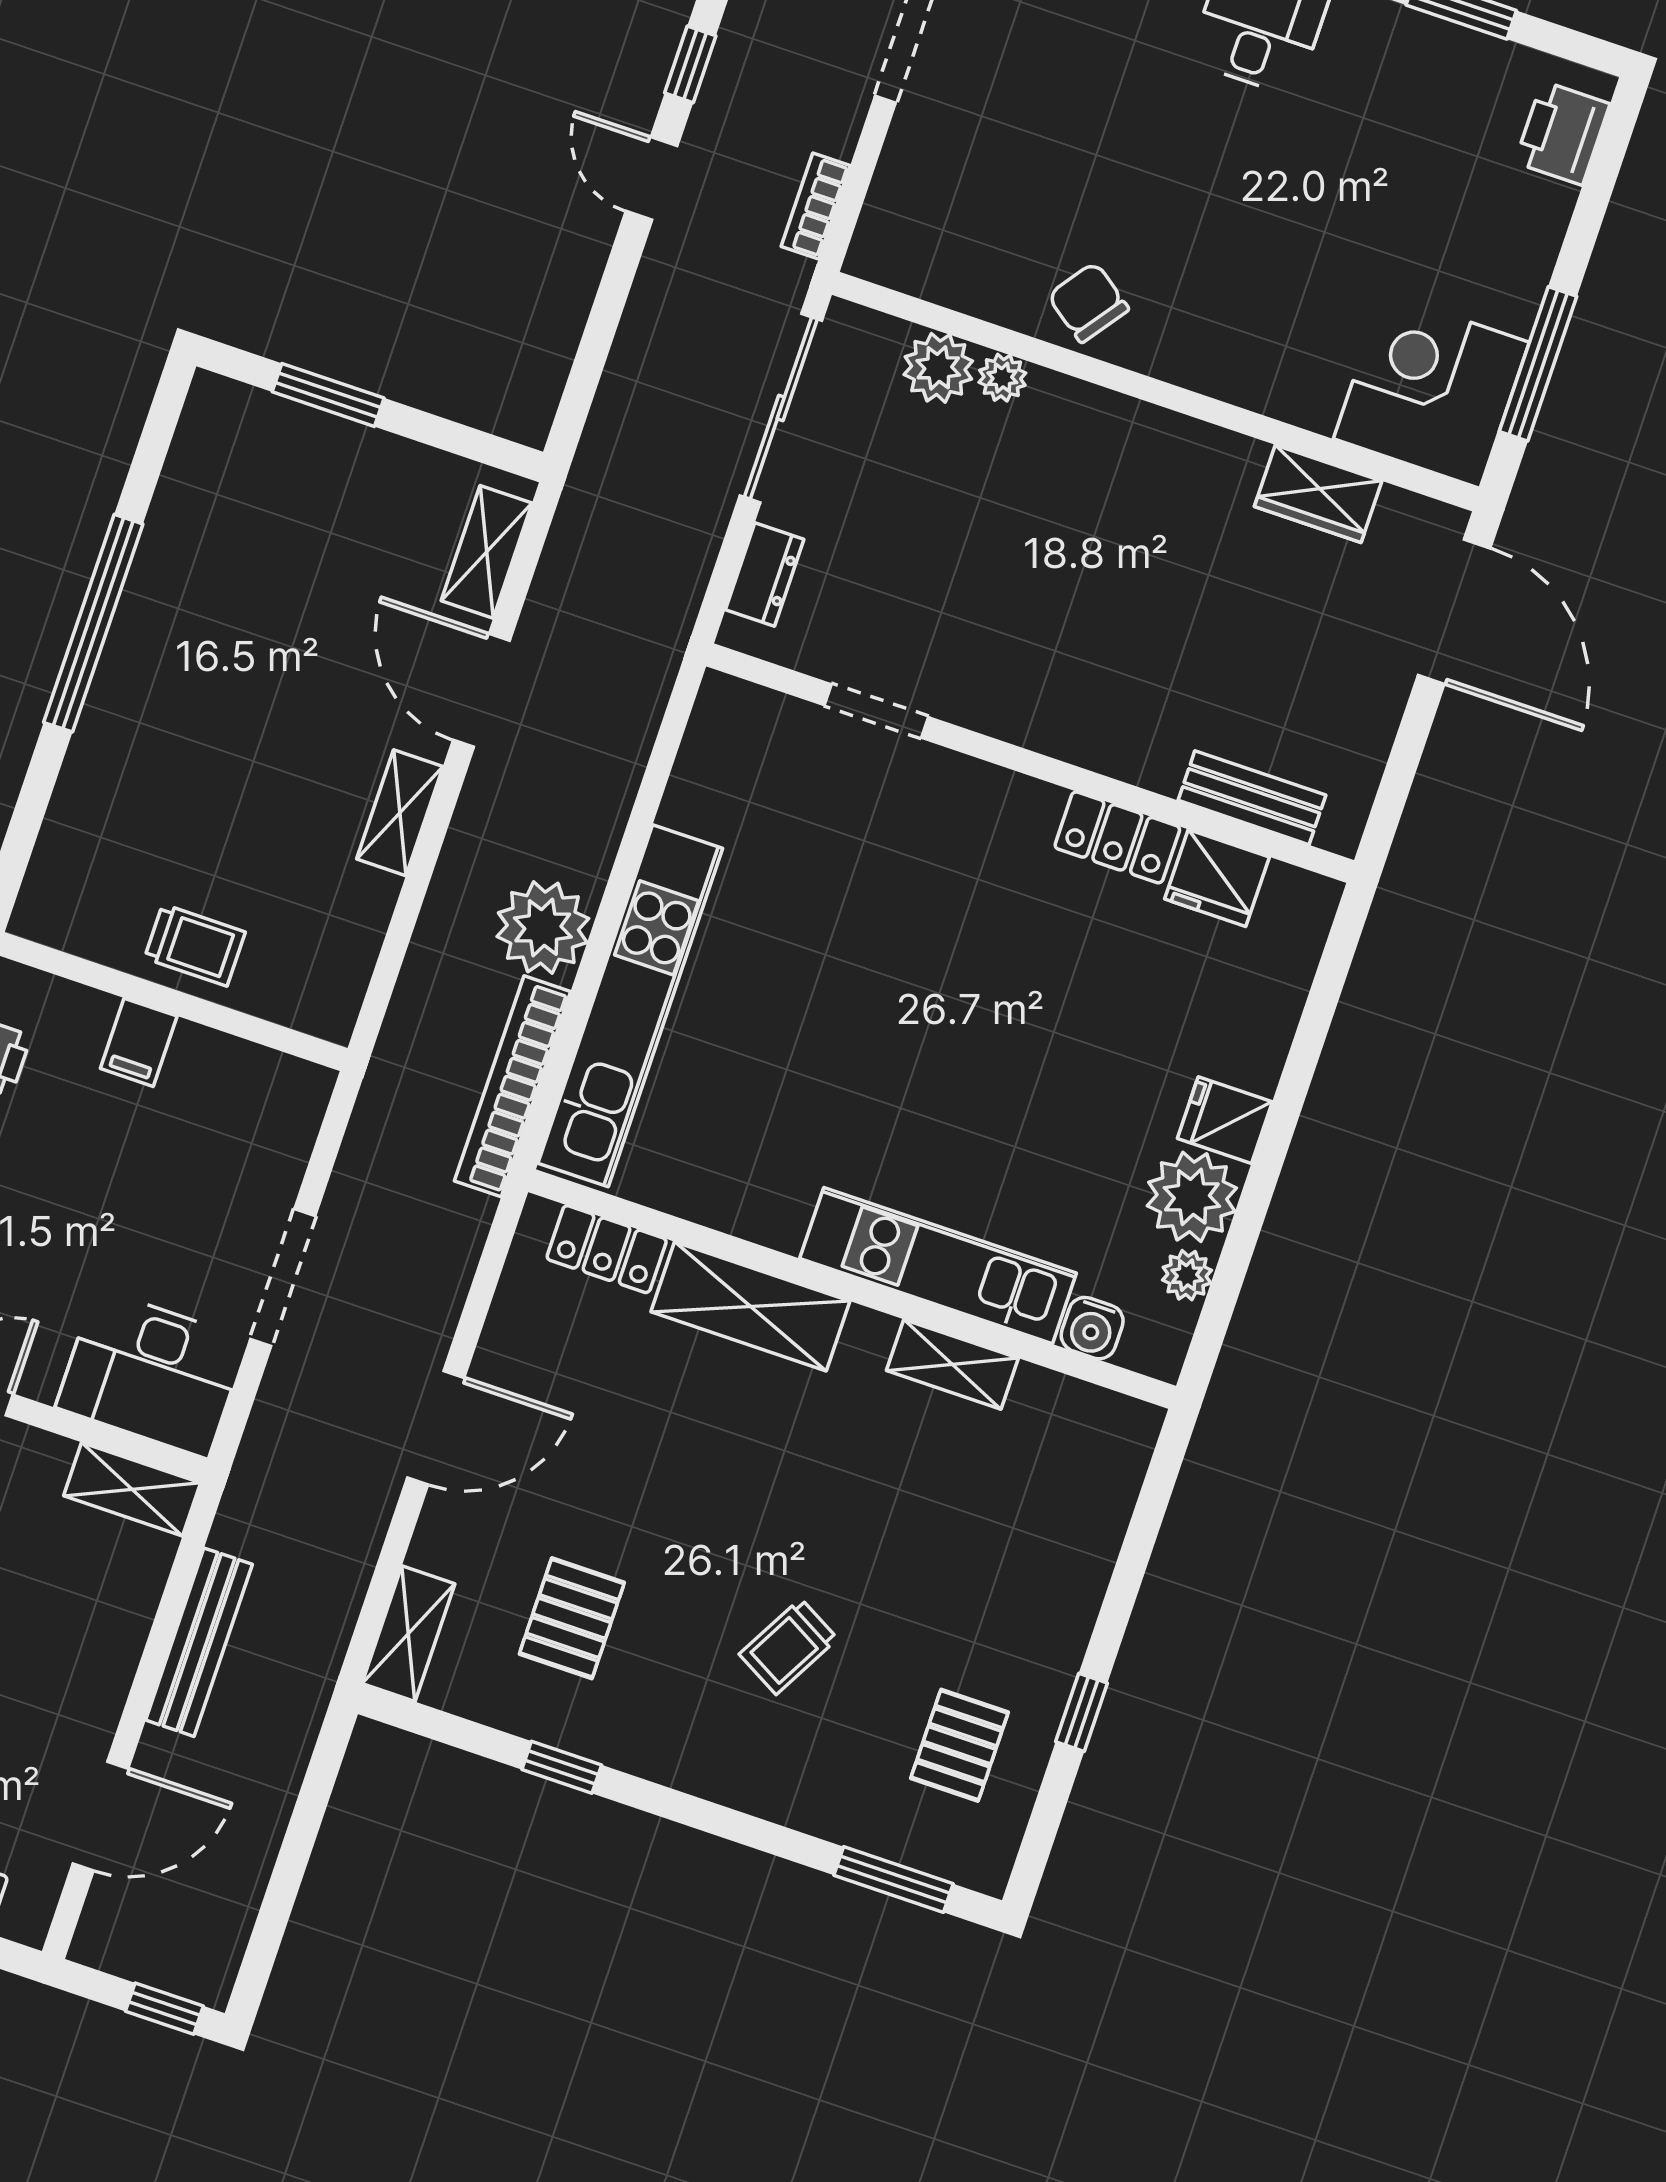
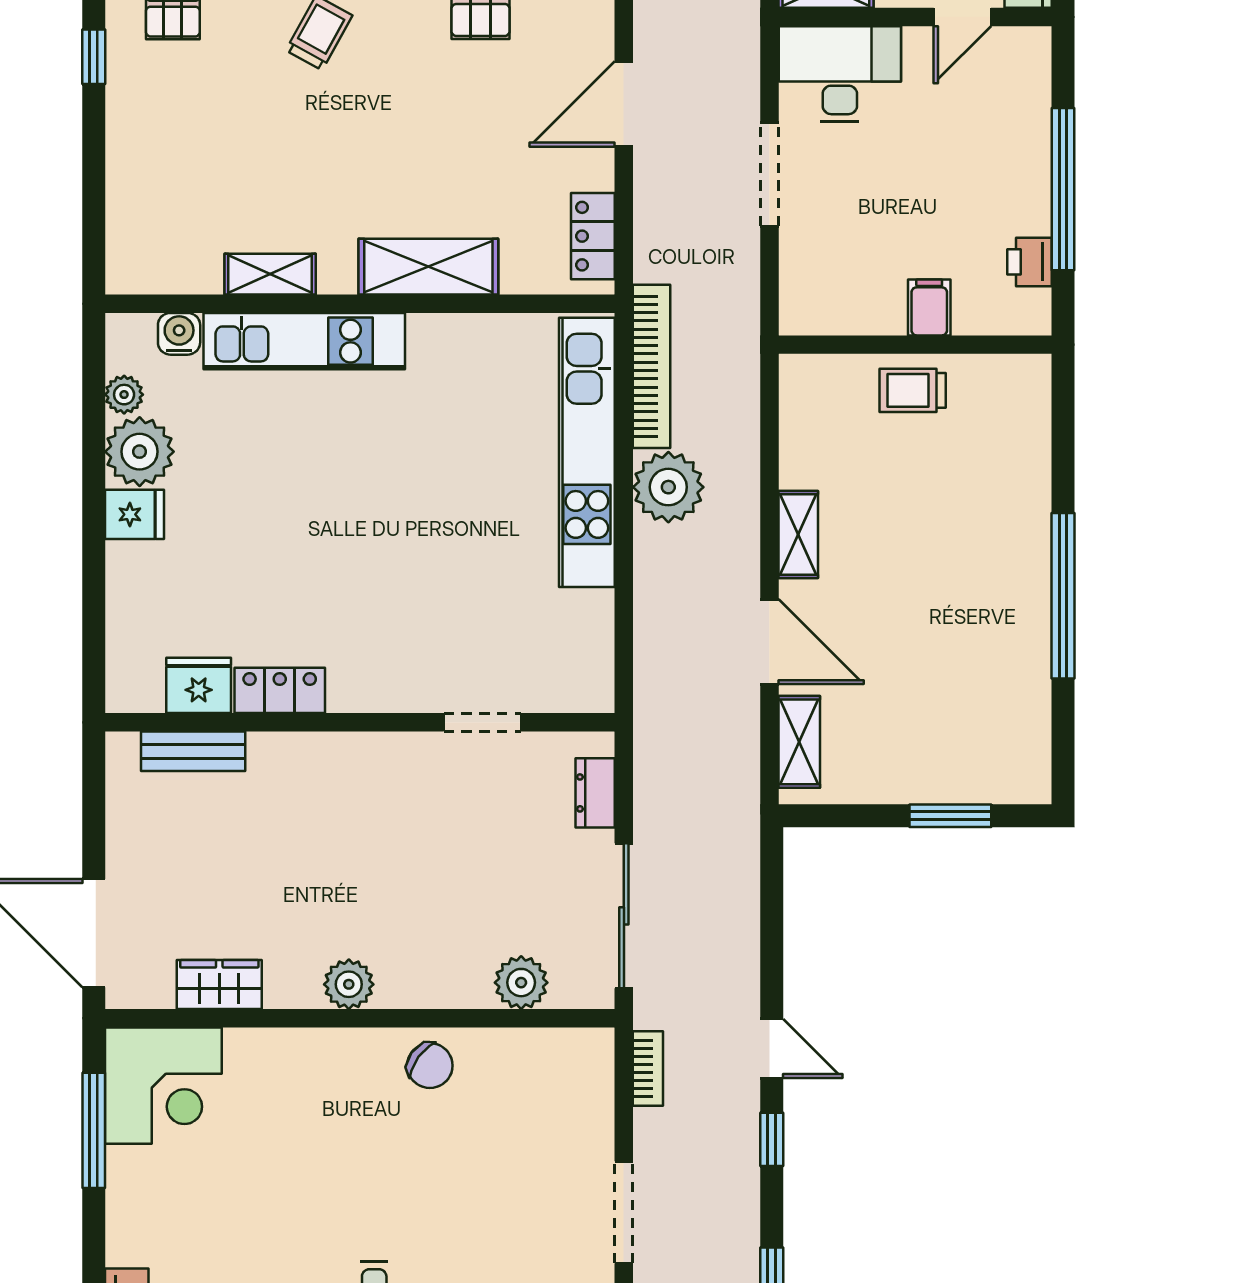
plant: (1002, 378) -> (349, 984), moved, width x1.38, depth x1.38
locker: (607, 1249) -> (593, 236), moved, turned -90

